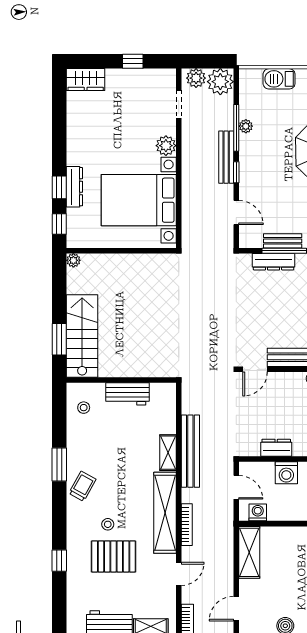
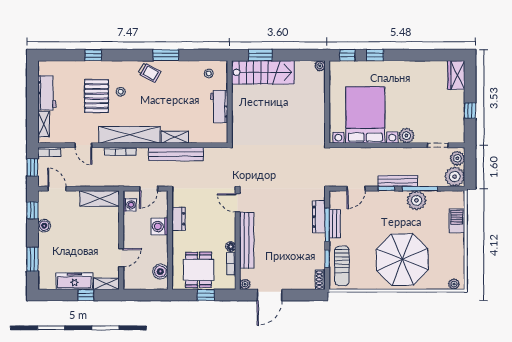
plant: (246, 126) -> (417, 200), width x1.87, depth x1.87
dresser: (74, 187) -> (375, 67), removed

